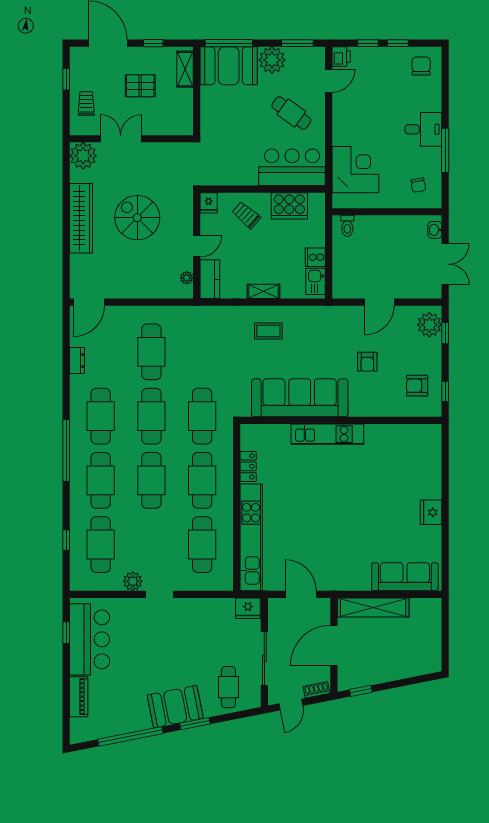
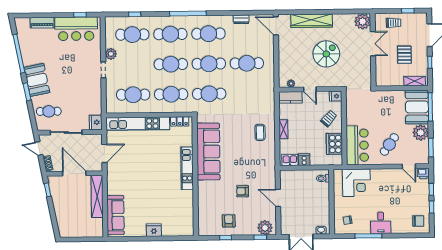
wardrobe: (81, 218) -> (312, 21), moved
sofa: (300, 398) -> (208, 152), moved
wall: (341, 420) -> (195, 176), moved
kitchen unit: (327, 434) -> (187, 168), moved

